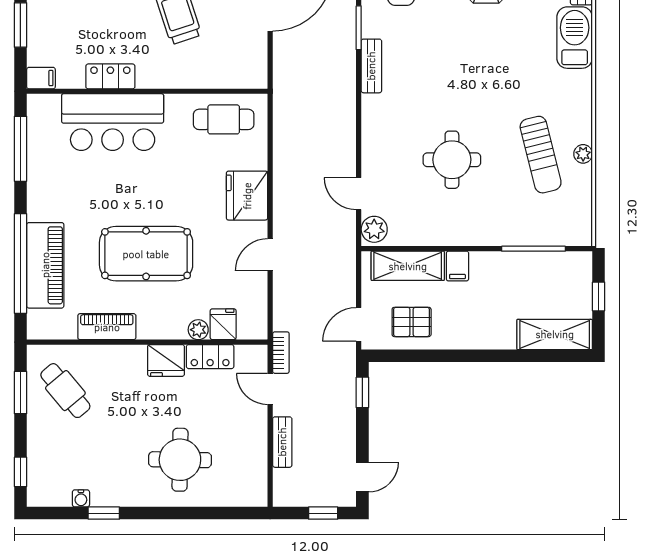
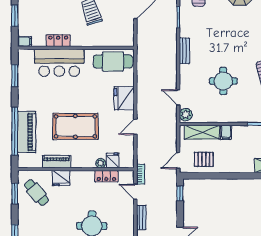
bench: (371, 66) -> (184, 51), moved
cafe table: (224, 119) -> (113, 61), width x1.37, depth x1.35
window: (20, 149) -> (15, 76), width x0.69
fridge: (166, 360) -> (61, 178), moved

